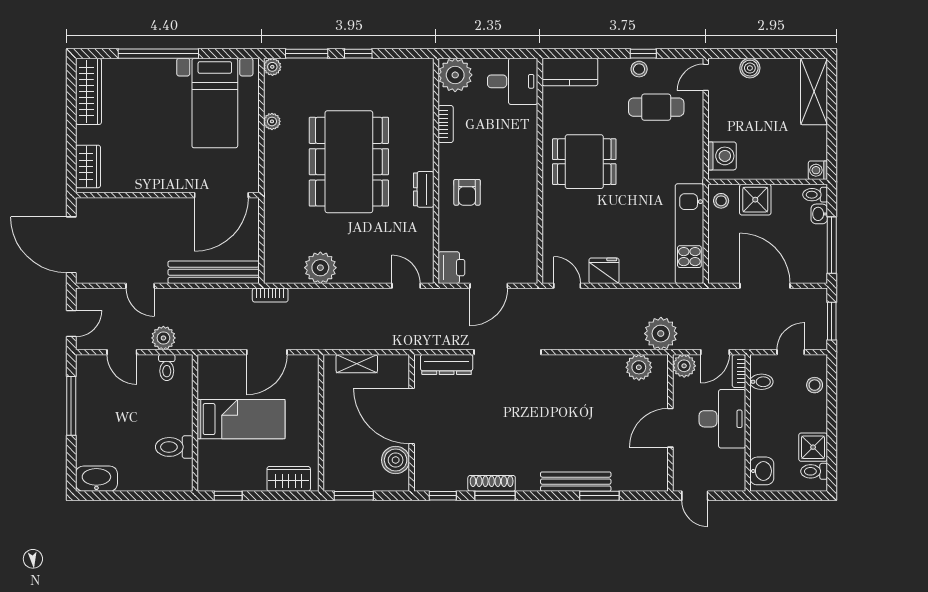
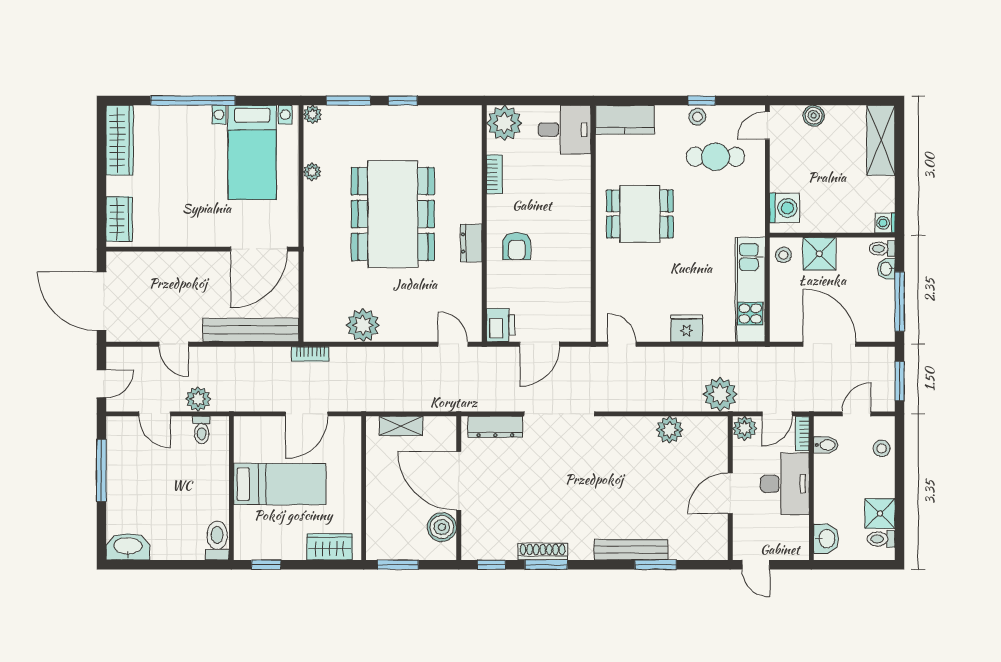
fridge: (604, 271) -> (687, 328), moved
plant: (639, 367) -> (670, 430), moved
toilet: (174, 447) -> (217, 540), moved, turned 90

